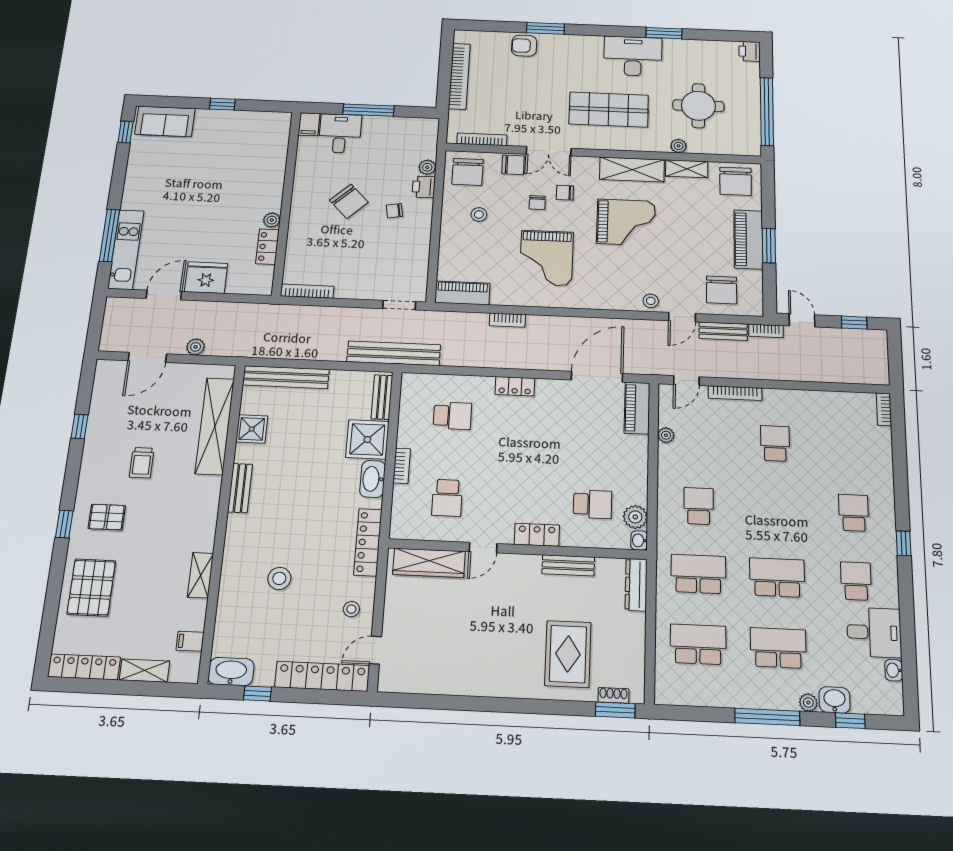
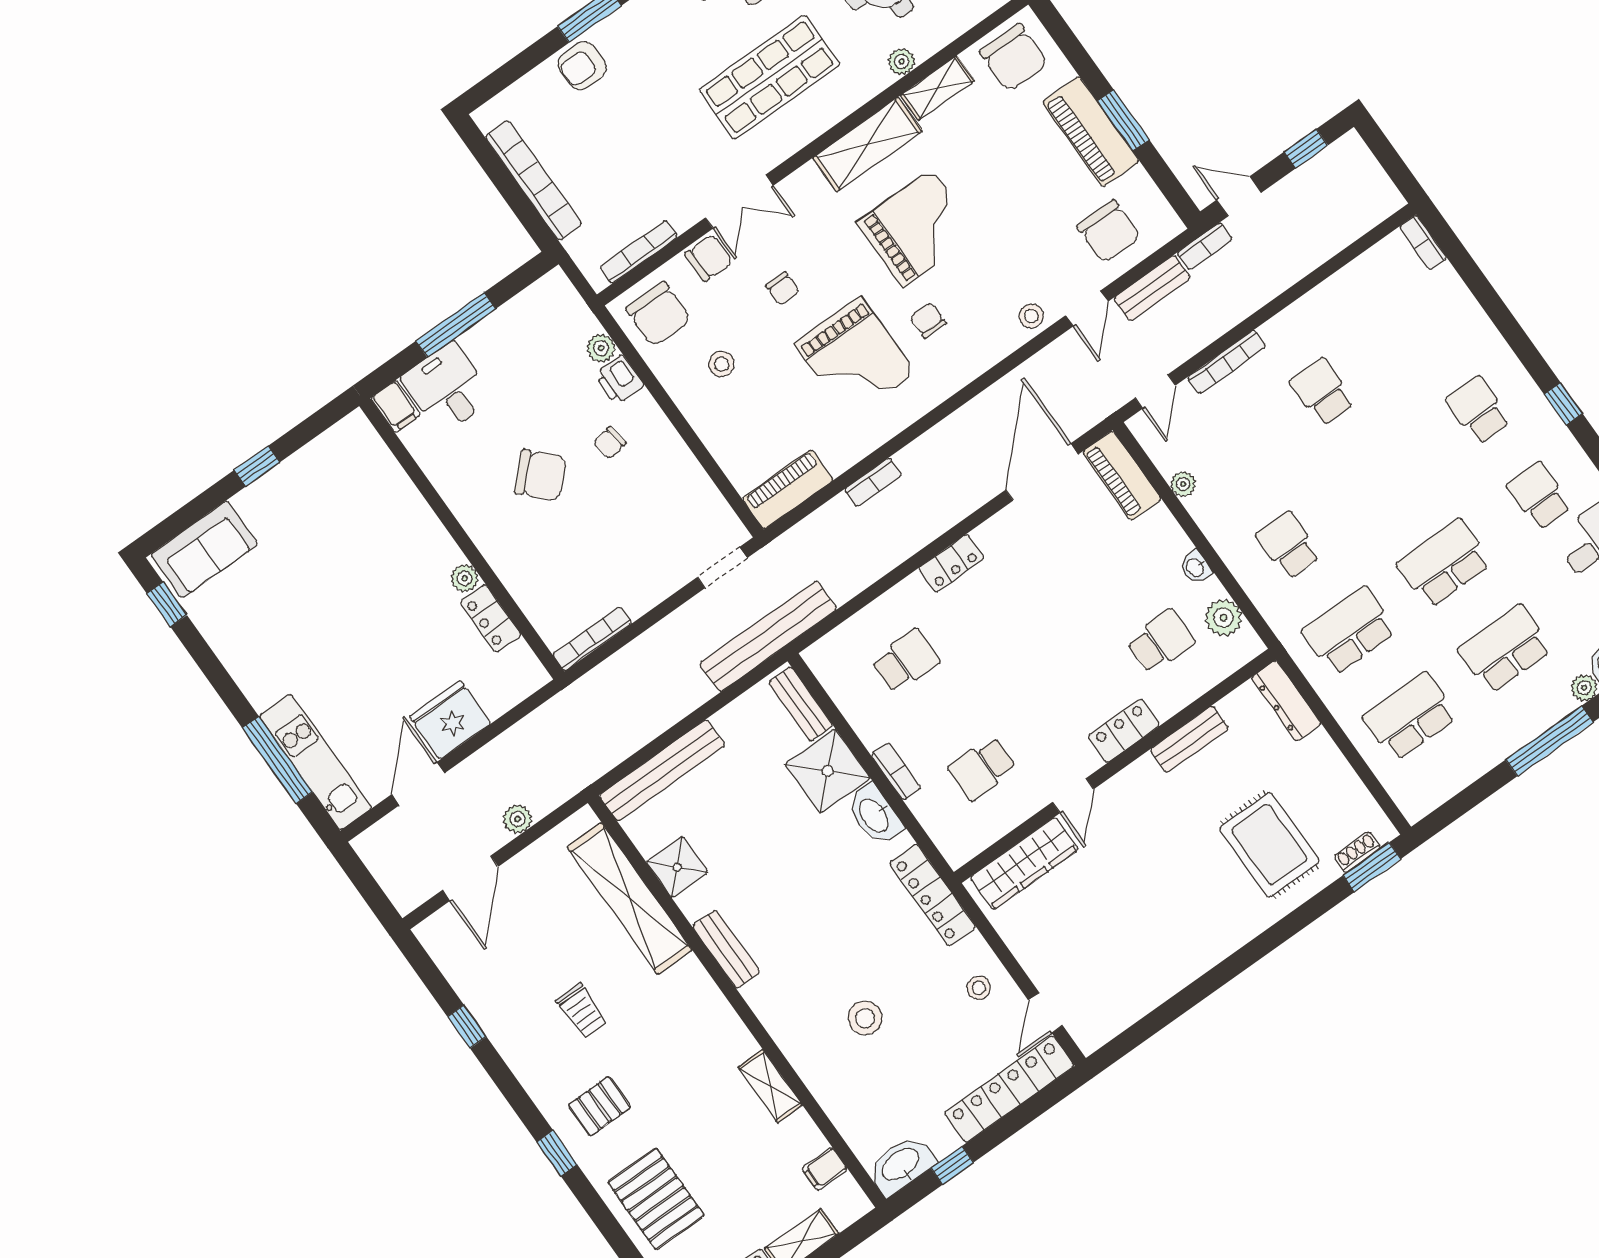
chair: (565, 193) -> (928, 320), moved, turned 90
school desk: (447, 498) -> (982, 768), turned 90
washbasin: (639, 540) -> (1196, 567), moved

